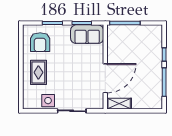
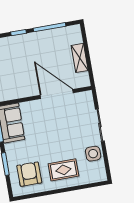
armchair: (40, 42) -> (29, 174), turned -90
shelving: (119, 104) -> (80, 58), moved

